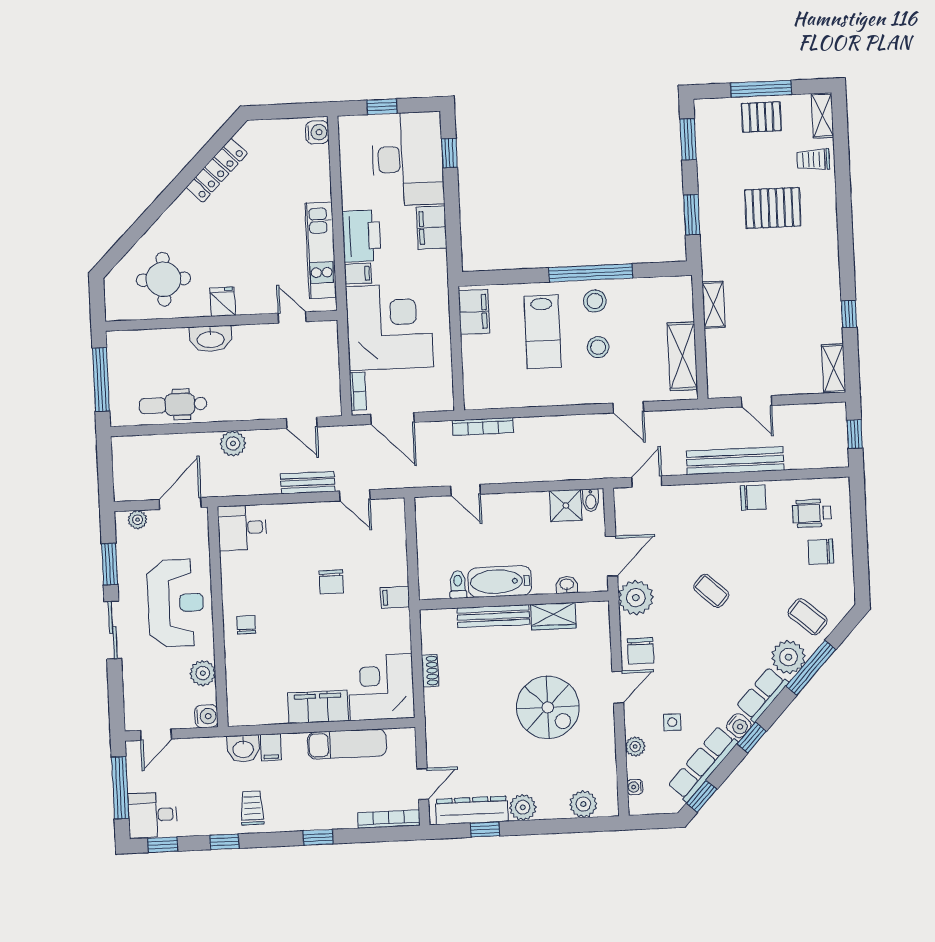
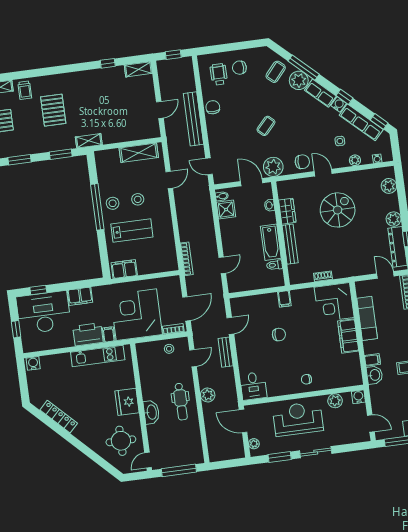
fridge: (223, 302) -> (127, 402), width x1.88, depth x1.34
shelving: (713, 305) -> (89, 141), moved
door: (292, 317) -> (148, 460), moved
stool: (323, 381) -> (169, 349), added
dental chair: (173, 405) -> (181, 402), moved
wheelchair: (812, 513) -> (219, 74), turned 180
chair: (821, 552) -> (239, 68), turned 90

